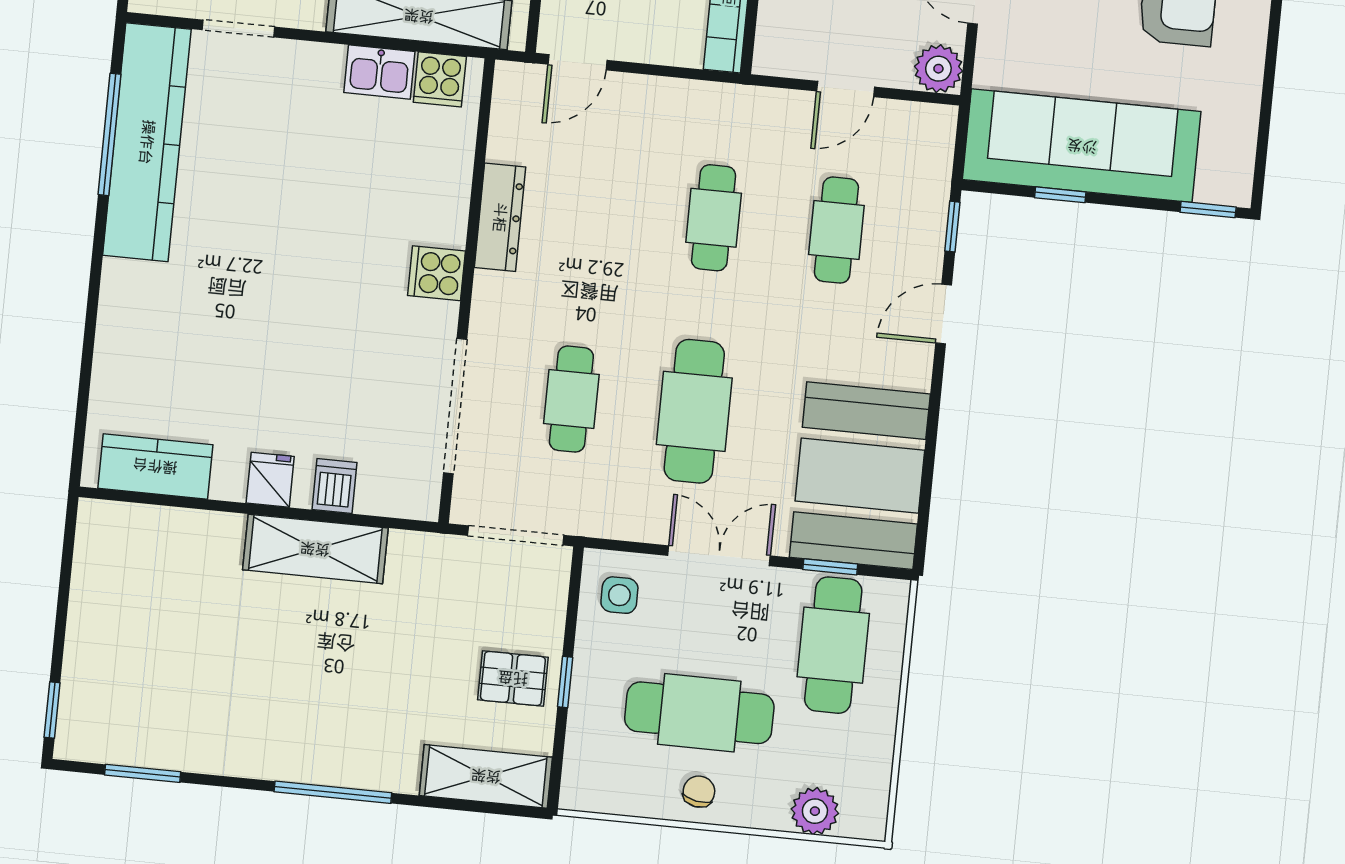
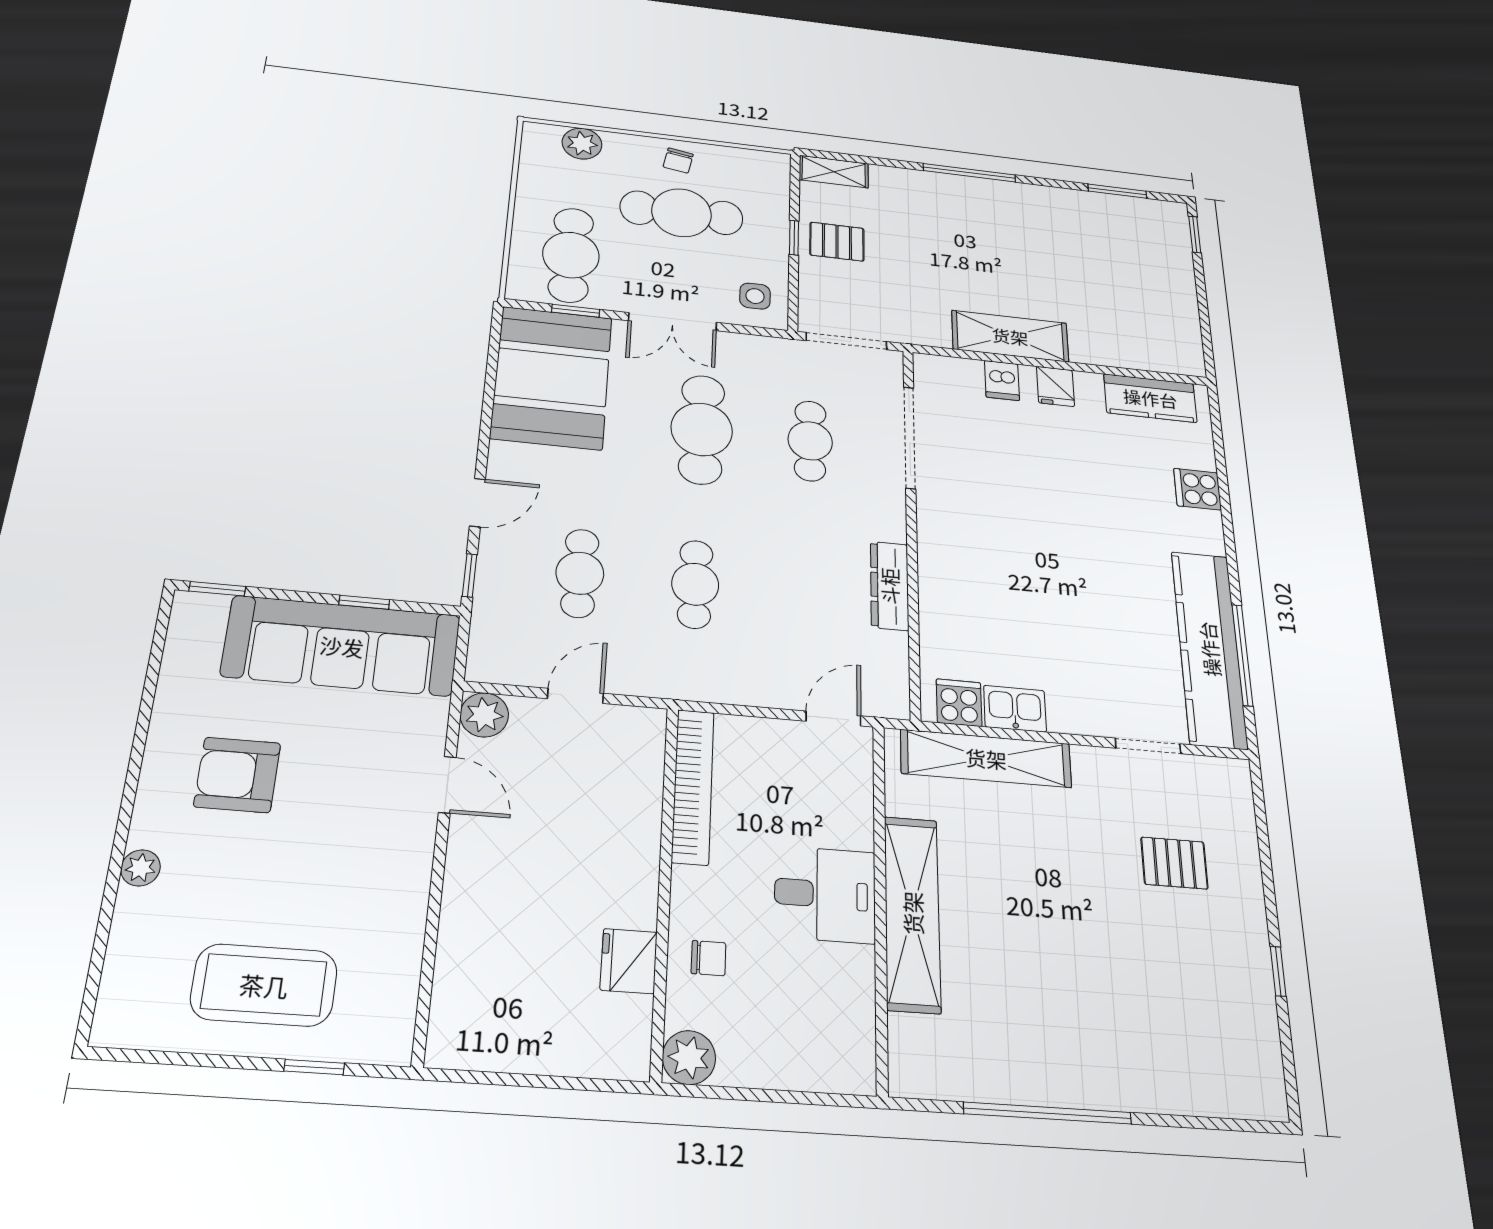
cooker: (436, 273) -> (1198, 489), moved, turned 180
shelving: (486, 776) -> (834, 172), width x0.67, depth x0.75

